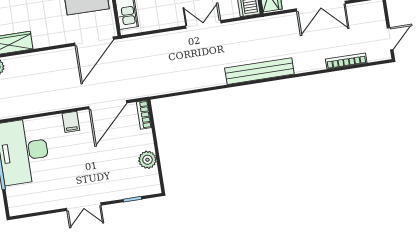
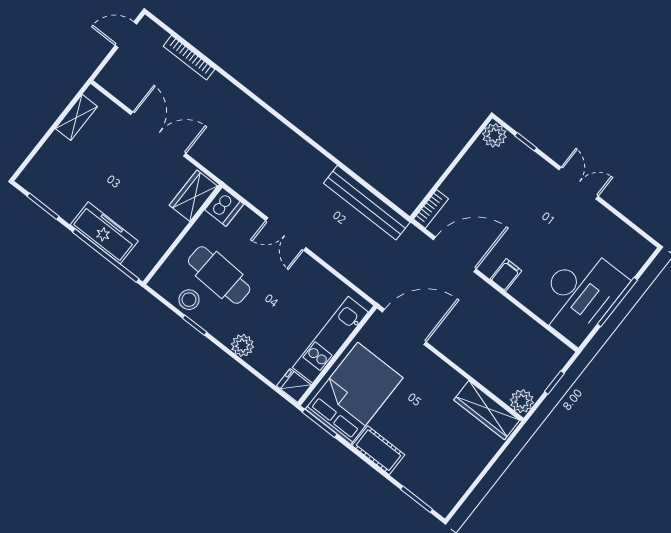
bench: (259, 71) -> (367, 203), moved
plant: (147, 160) -> (494, 135), moved

